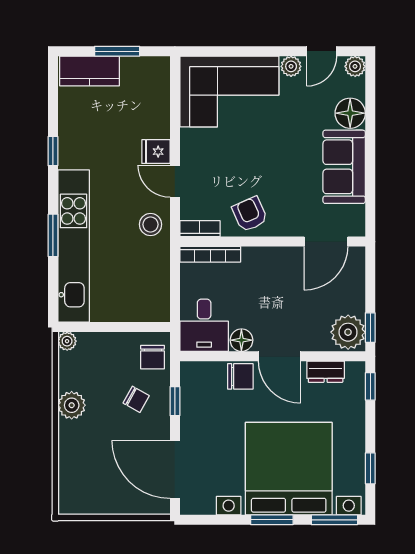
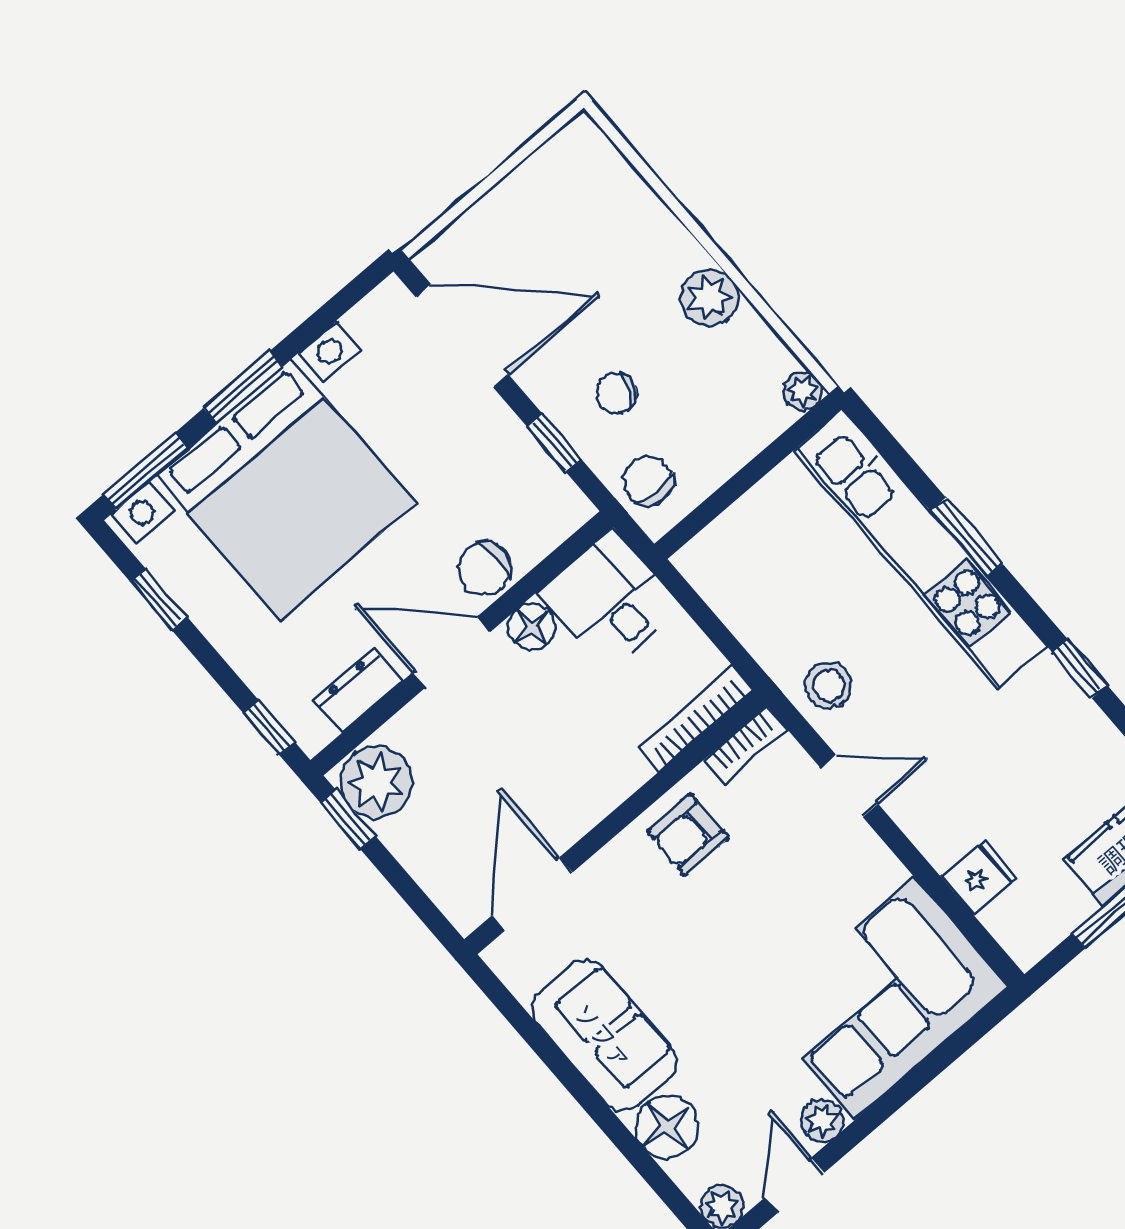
fridge: (156, 152) -> (979, 877), moved
armchair: (250, 214) -> (688, 835), turned 114

